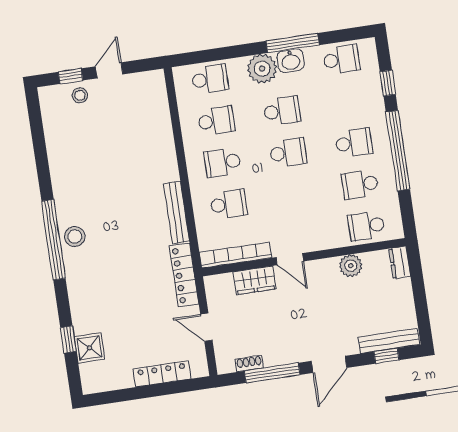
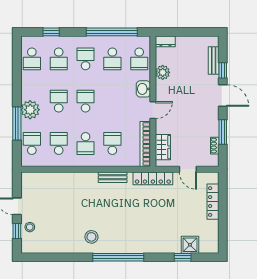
window: (293, 43) -> (17, 123), moved
school desk: (341, 59) -> (32, 59), turned 180
washbasin: (291, 61) -> (143, 89), moved, turned 180
school desk: (348, 101) -> (59, 59), added
window: (398, 151) -> (112, 32), moved
bench: (176, 212) -> (113, 177), width x0.73
stool: (75, 236) -> (91, 237), moved
wardrobe: (255, 280) -> (163, 147), moved
door: (206, 327) -> (188, 169), hinge flipped
bench: (389, 341) -> (214, 60), width x0.73
window: (386, 356) -> (223, 70), moved
window: (272, 373) -> (223, 132), width x0.69

